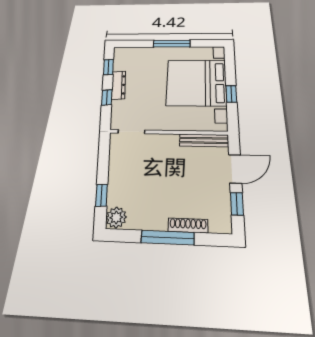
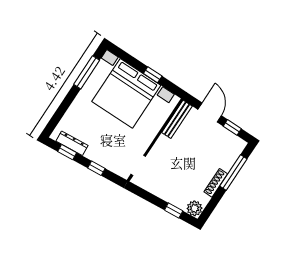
window: (172, 44) -> (87, 72), moved
dresser: (118, 85) -> (72, 143), moved
shoe rack: (188, 225) -> (216, 183), moved
window: (168, 238) -> (233, 173), moved

